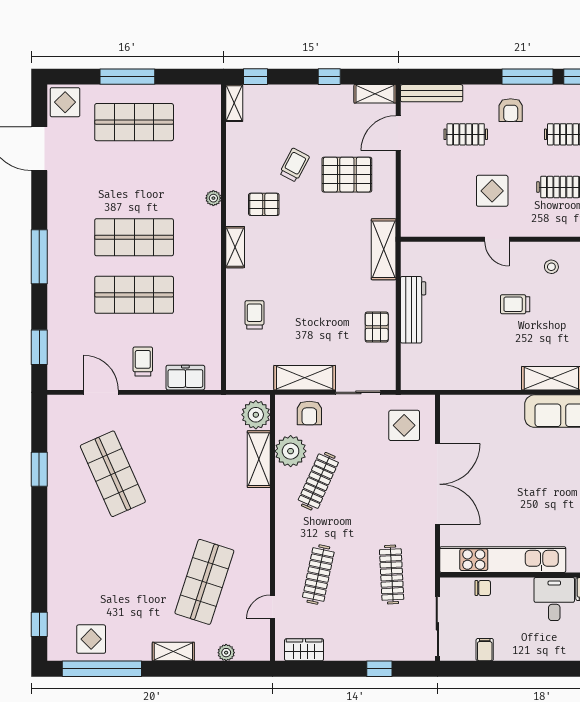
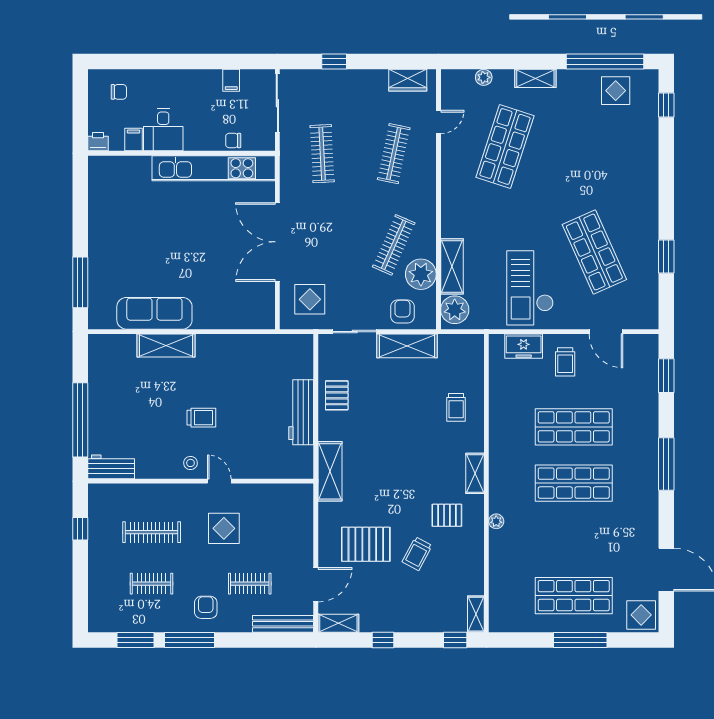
stool: (551, 267) -> (190, 463), moved
checkout: (179, 437) -> (530, 288), added

